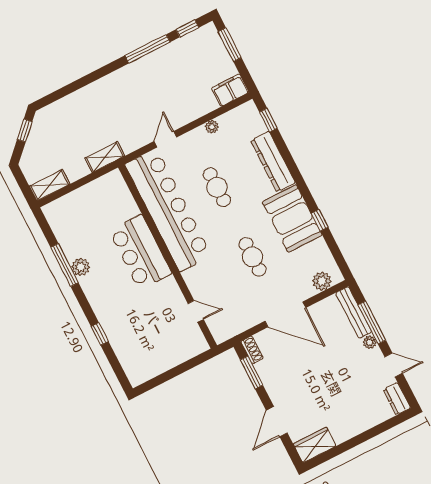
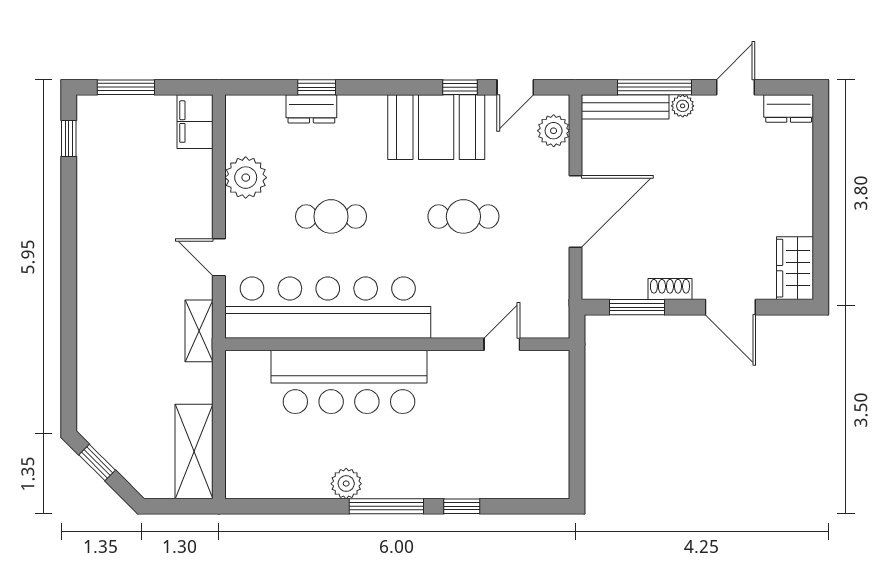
window: (147, 49) -> (69, 214), removed
window: (268, 120) -> (317, 87), moved
plant: (212, 127) -> (246, 178), width x1.87, depth x1.87
shelving: (105, 157) -> (199, 331), moved
dresser: (273, 162) -> (311, 109), width x0.51, depth x0.80
shelving: (50, 185) -> (194, 451), width x1.50, depth x1.33
door: (334, 249) -> (515, 87), added
bar counter: (140, 252) -> (349, 382), width x1.36
window: (65, 265) -> (386, 506), moved
shoe rack: (252, 350) -> (670, 289), moved

